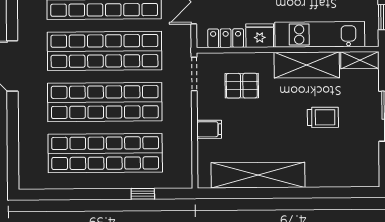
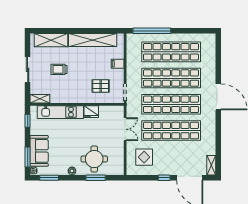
locker: (226, 38) -> (109, 110), removed
shelving: (307, 65) -> (51, 40), moved
window: (143, 194) -> (152, 31), width x3.17

